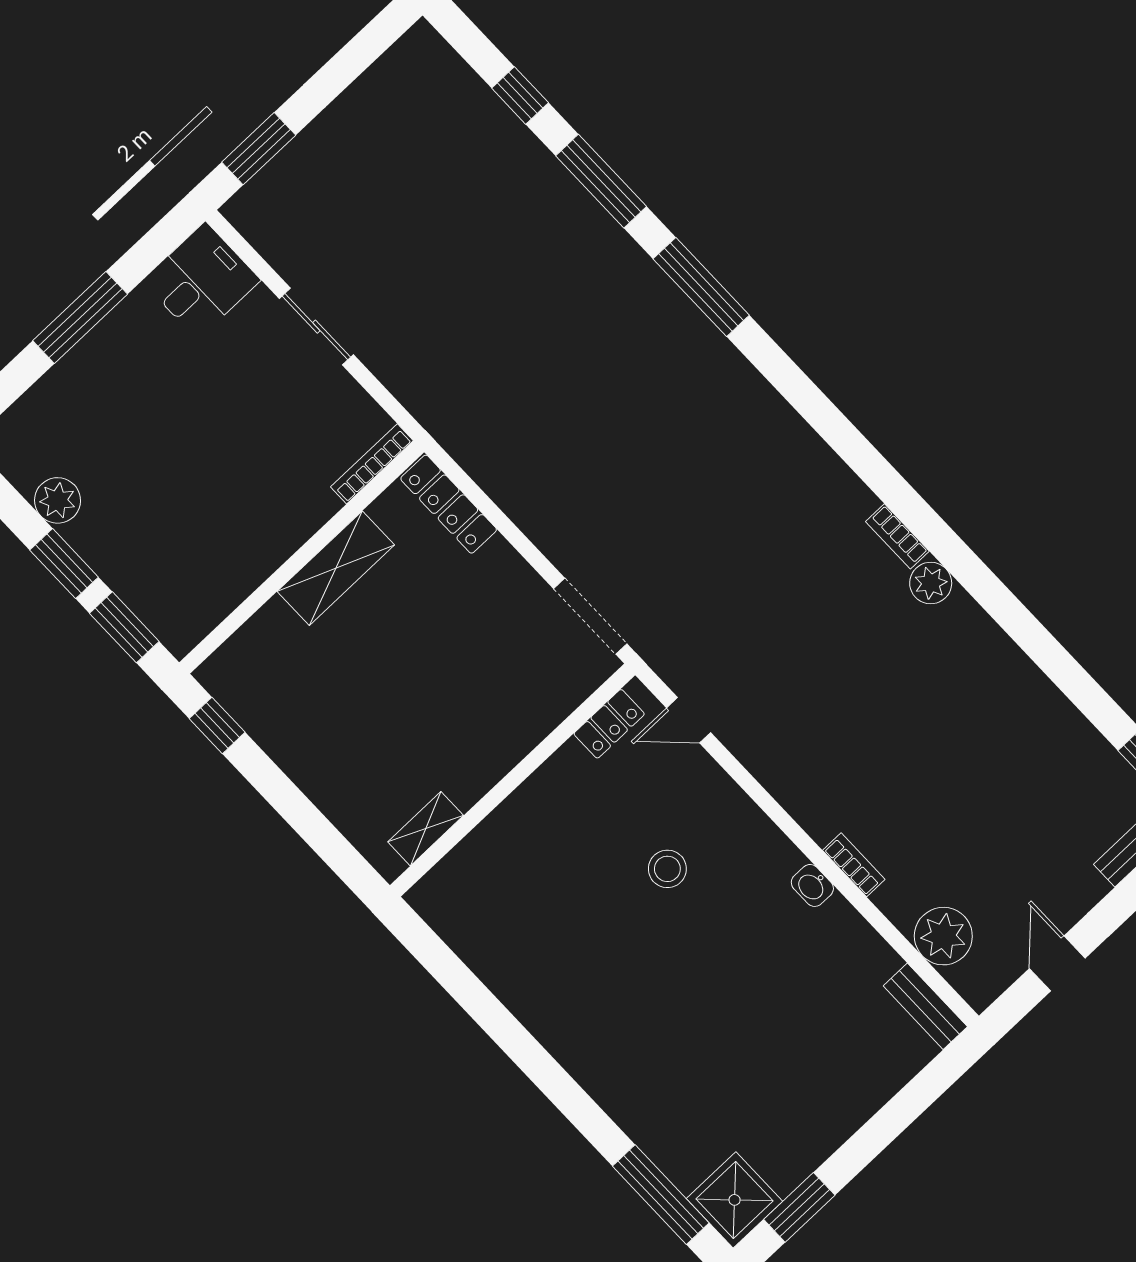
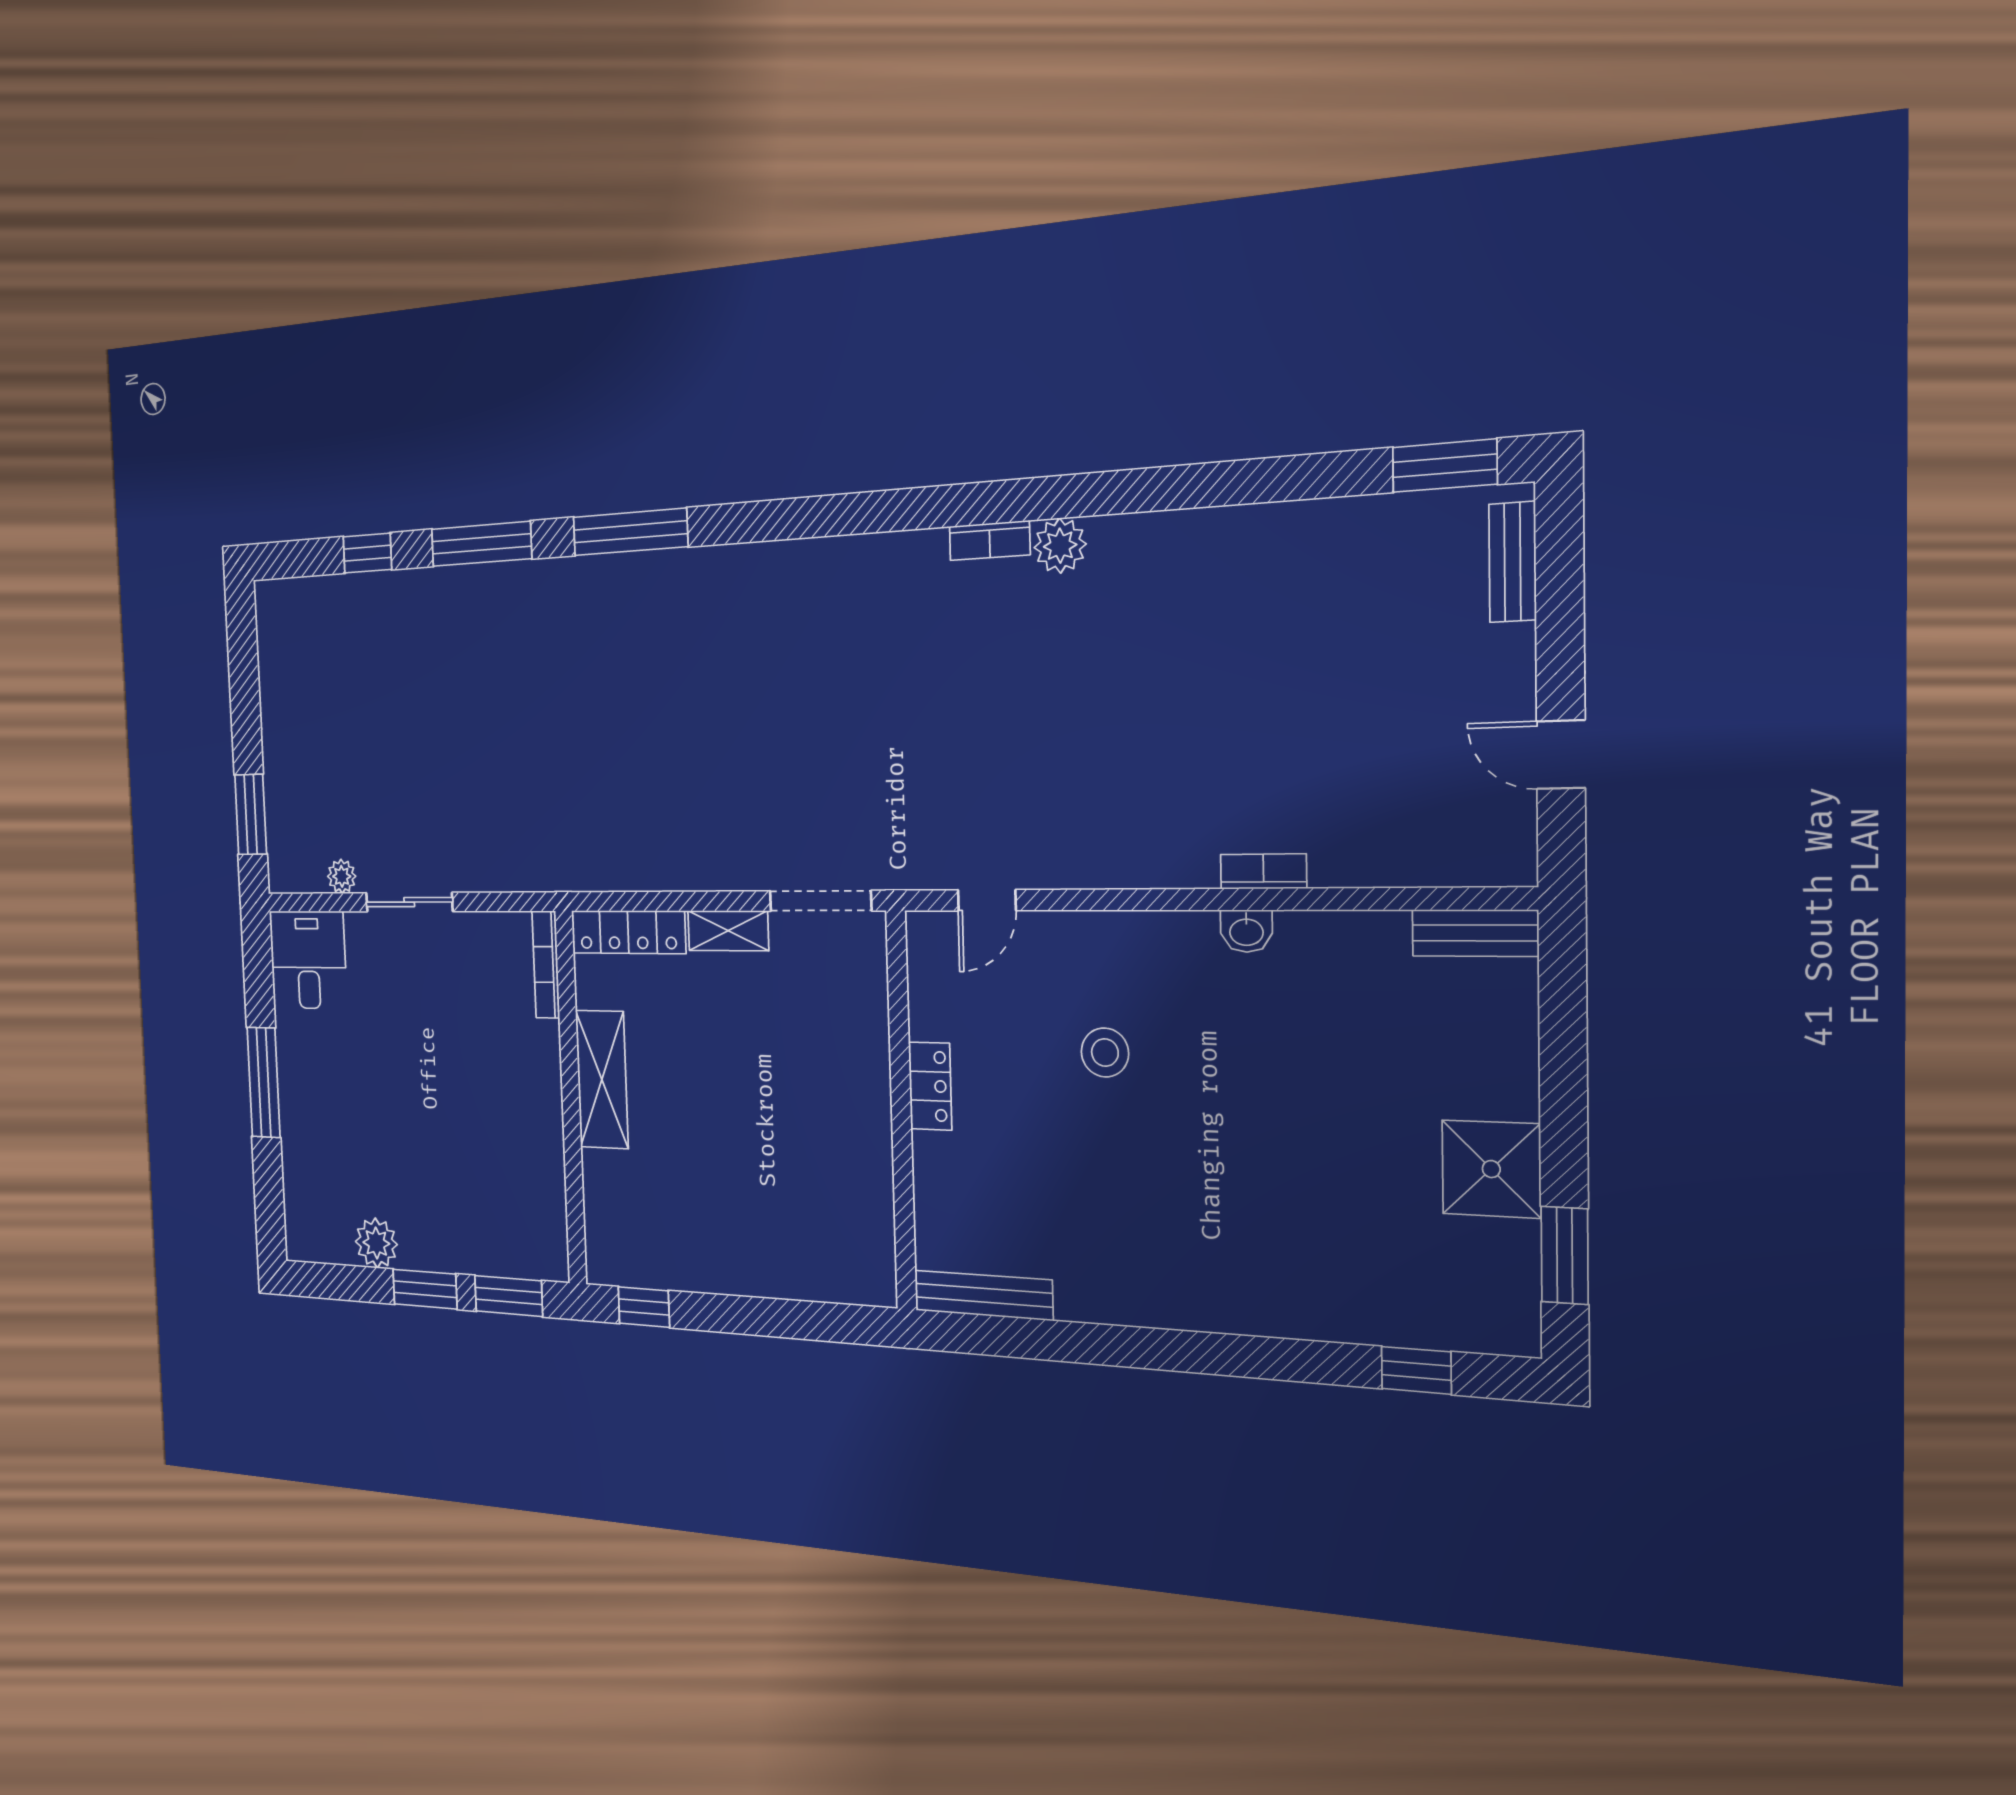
locker: (609, 724) -> (930, 1086), moved
shelving: (426, 829) -> (728, 931), moved, turned 90
bench: (452, 928) -> (983, 1295), added
plant: (943, 936) -> (342, 876), moved, width x0.53, depth x0.53
window: (661, 1195) -> (1416, 1370), width x0.46
shower: (735, 1200) -> (1491, 1169), moved

